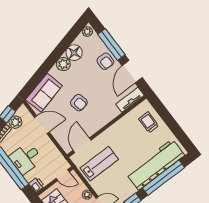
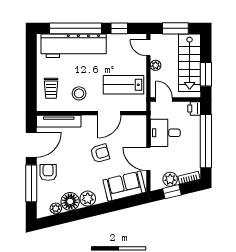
plant: (87, 32) -> (56, 208), moved
tv unit: (130, 100) -> (59, 121), width x1.41
armchair: (79, 103) -> (100, 153), turned 85
stool: (126, 134) -> (79, 93), added
door: (82, 145) -> (109, 113), moved
desk: (26, 158) -> (165, 133), moved, turned 180

